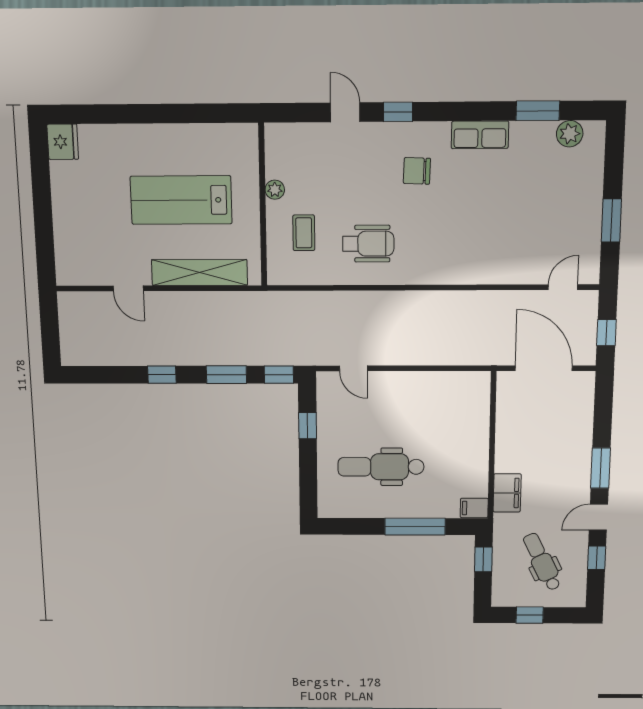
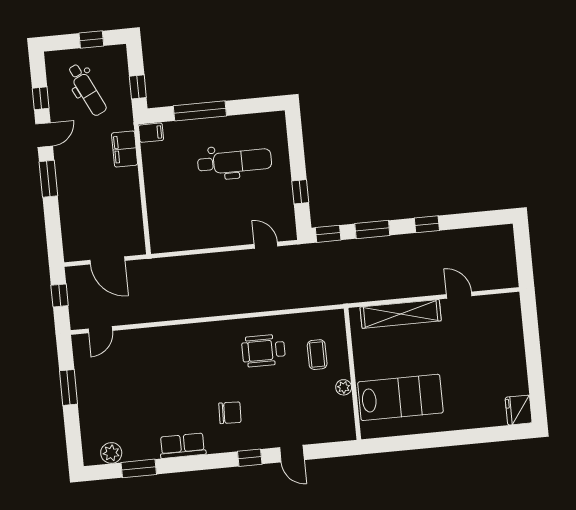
lab bench: (181, 200) -> (400, 397), moved
door: (544, 368) -> (107, 260), width x0.73

